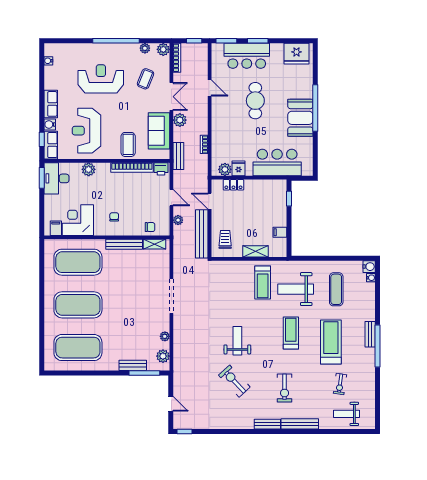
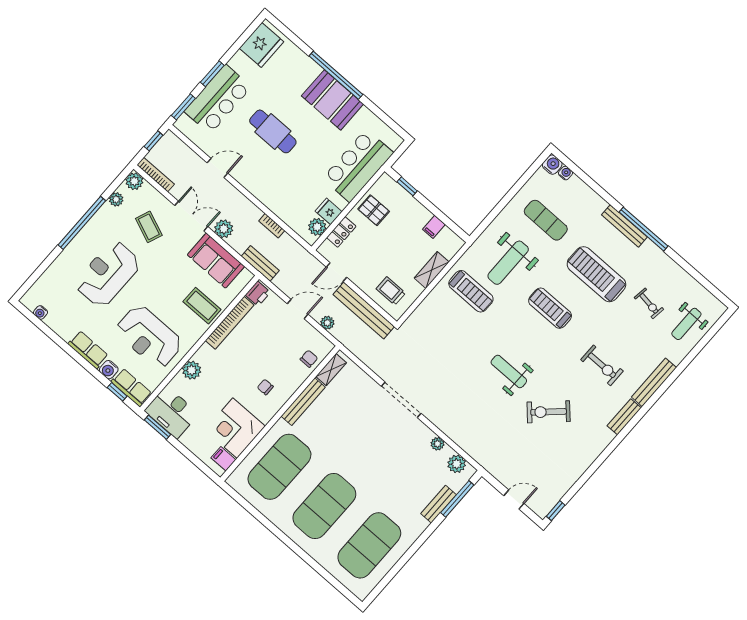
pallet: (260, 192) -> (374, 210), added
bench: (370, 334) -> (624, 226), width x1.36

